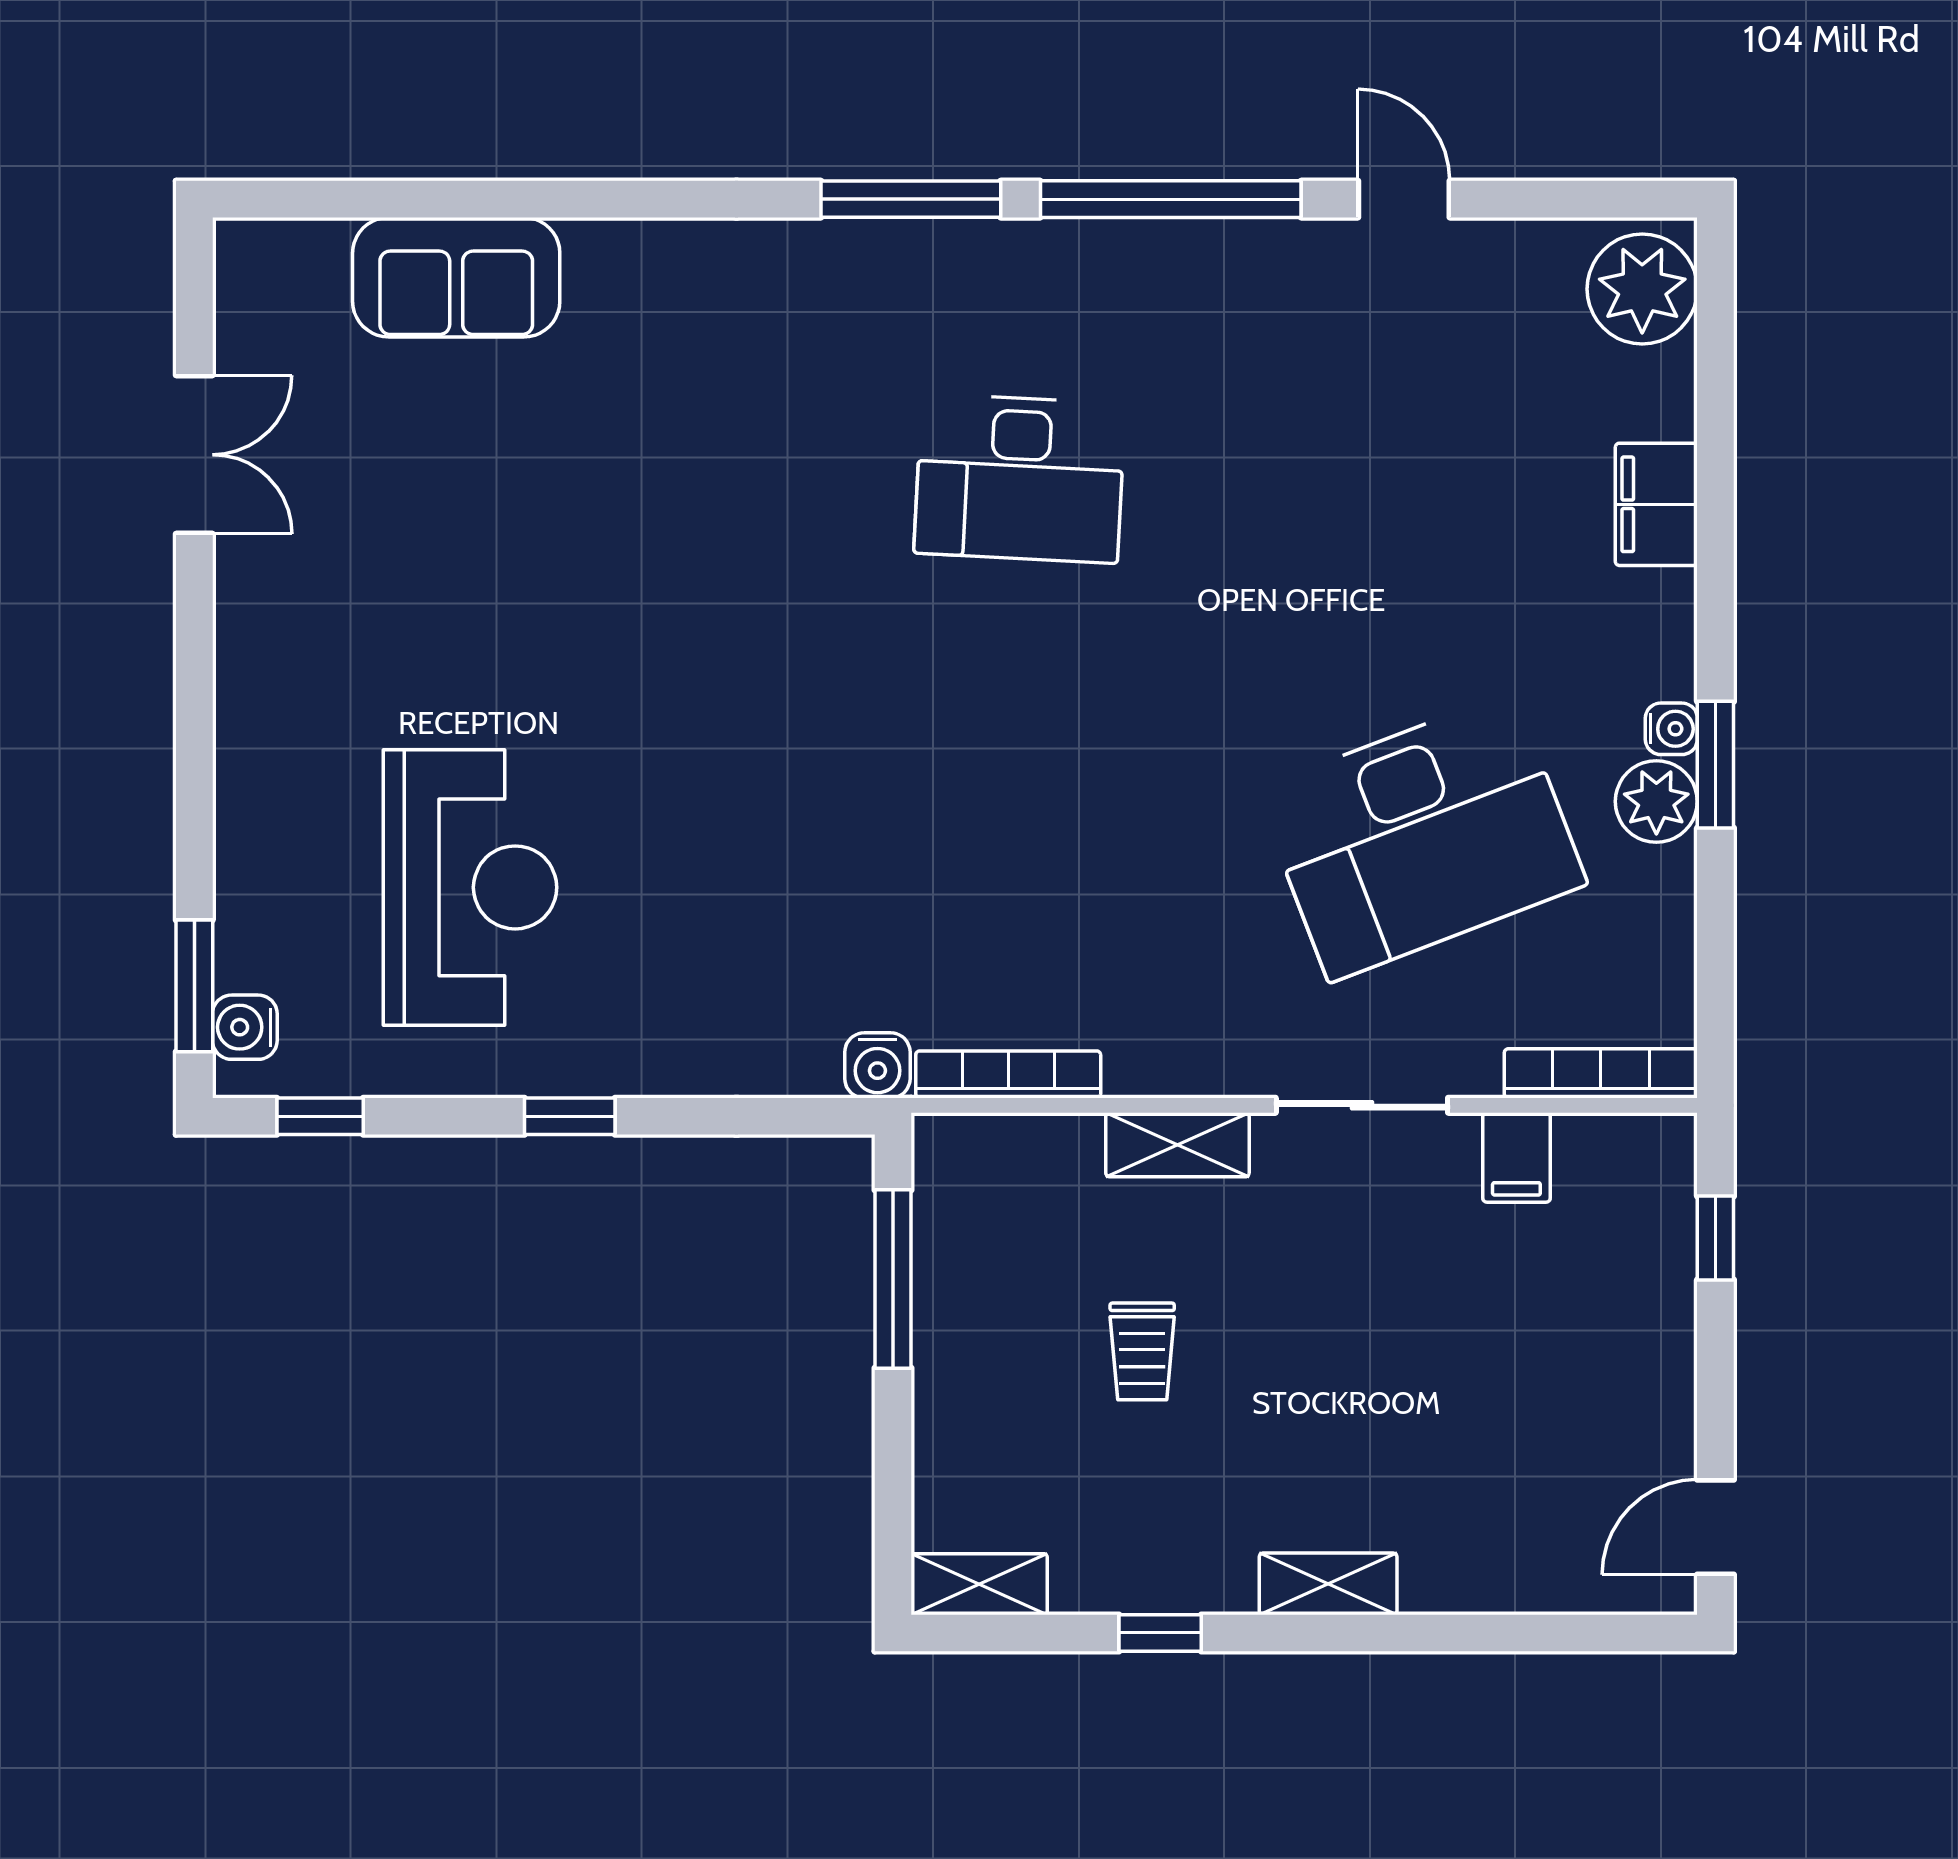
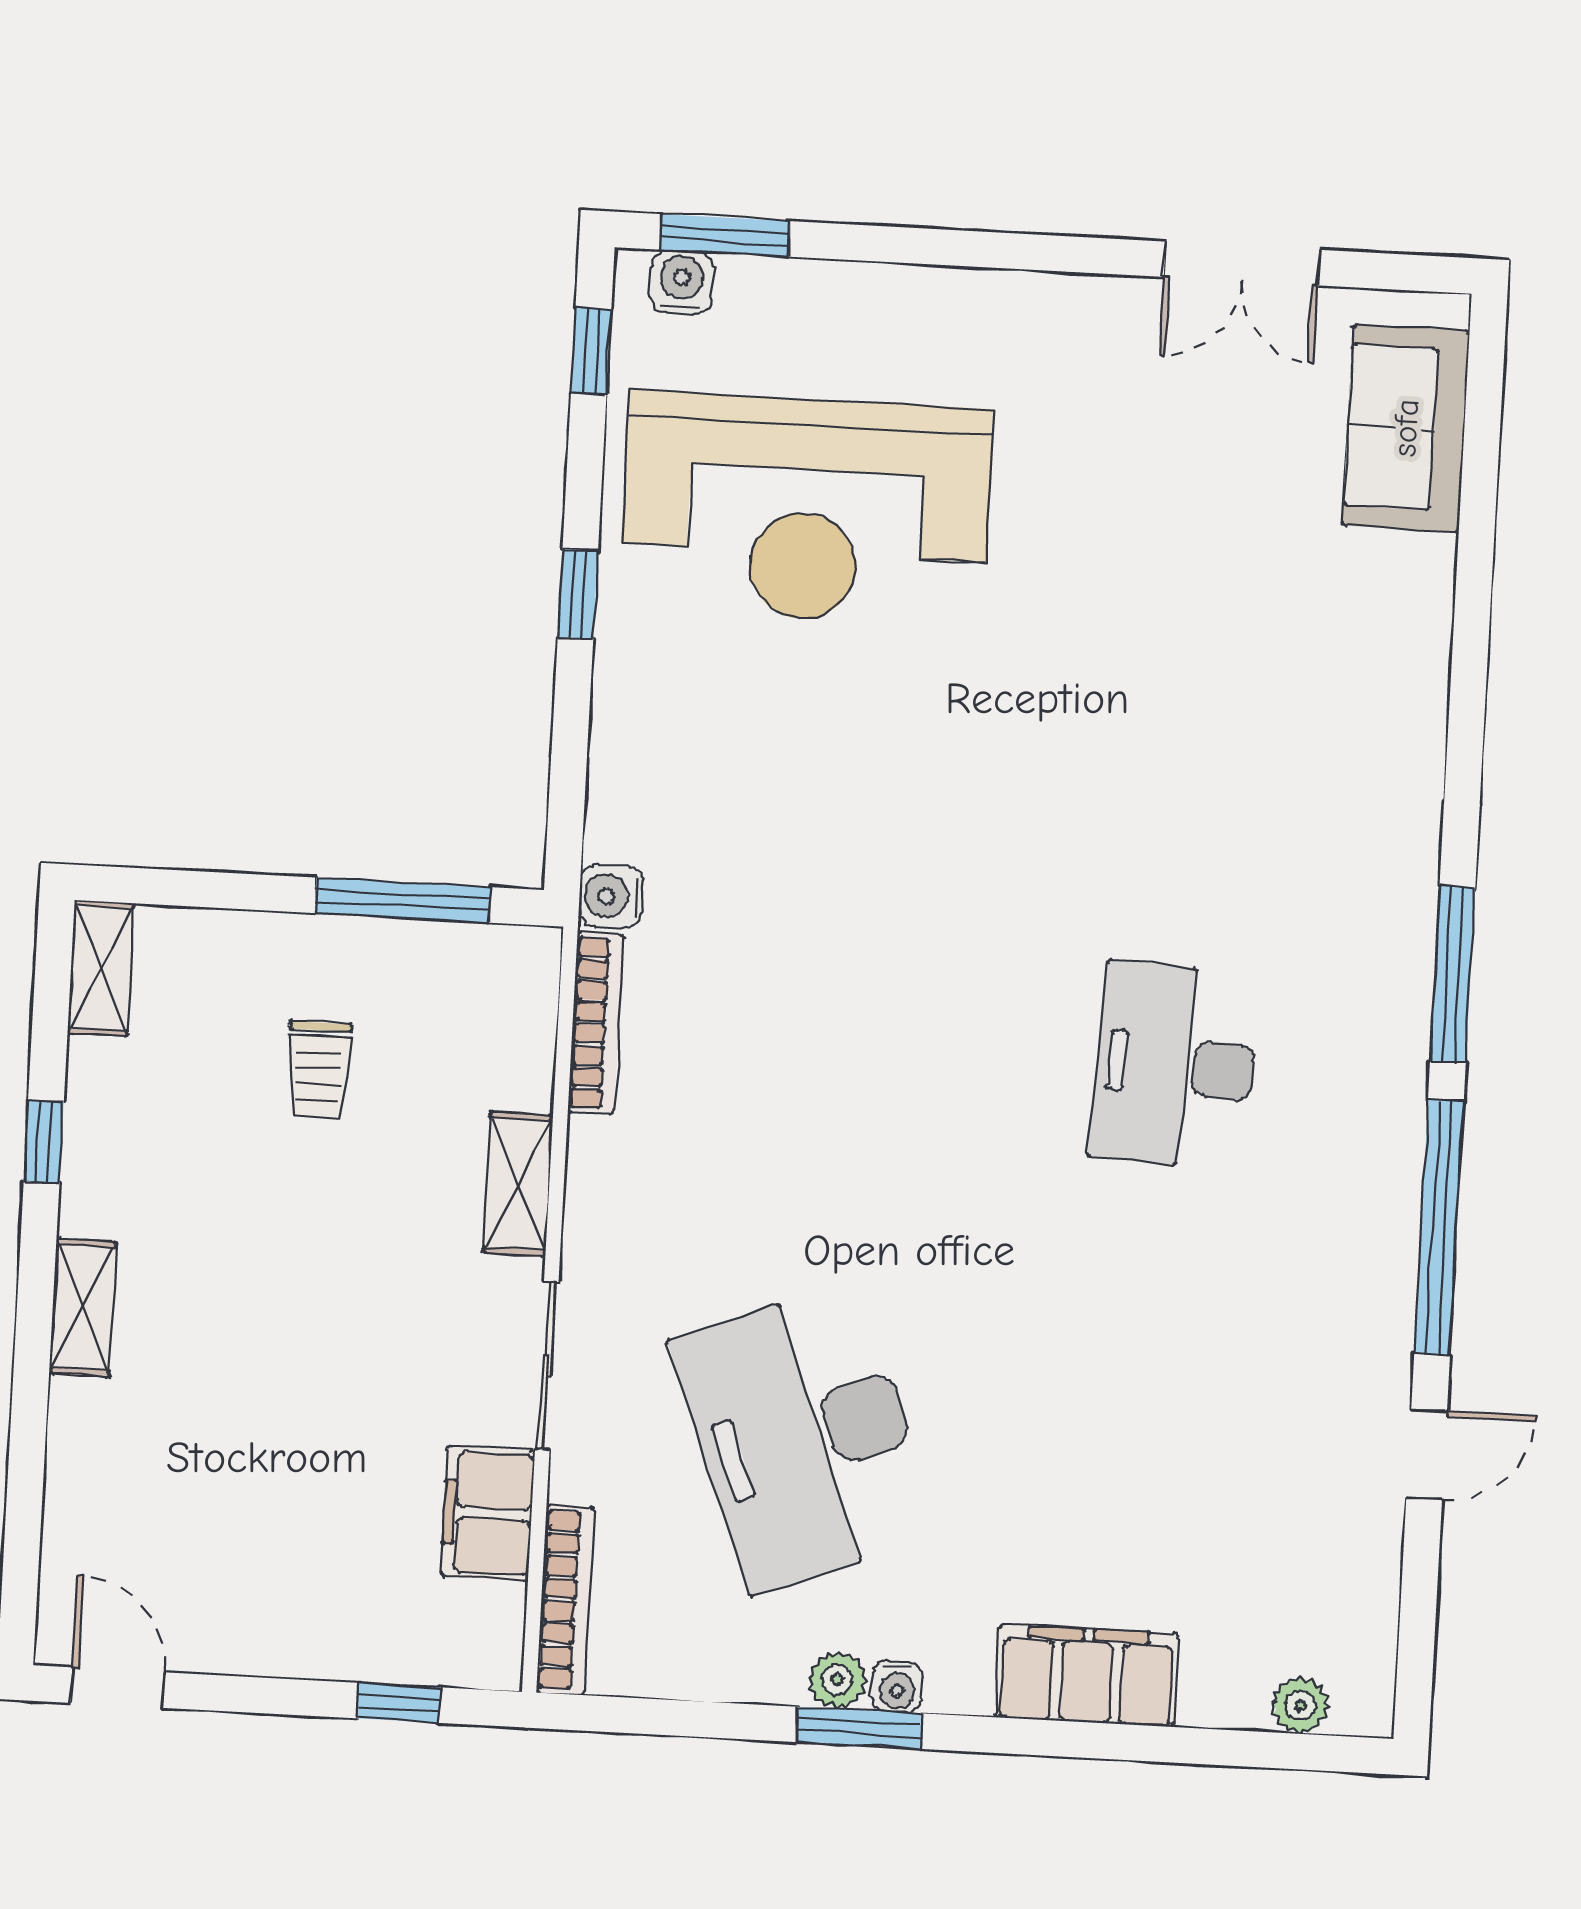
sofa: (456, 277) -> (1406, 428), moved
plant: (1642, 289) -> (1300, 1705), width x0.53, depth x0.53
filing cabinet: (1656, 504) -> (1087, 1676), width x1.50, depth x1.17
plant: (1656, 801) -> (837, 1680), width x0.73, depth x0.73
reception desk: (470, 887) -> (806, 509), width x1.36, depth x1.30
filing cabinet: (1516, 1157) -> (488, 1513), width x2.00
trolley: (1142, 1351) -> (318, 1070), moved, turned -90

